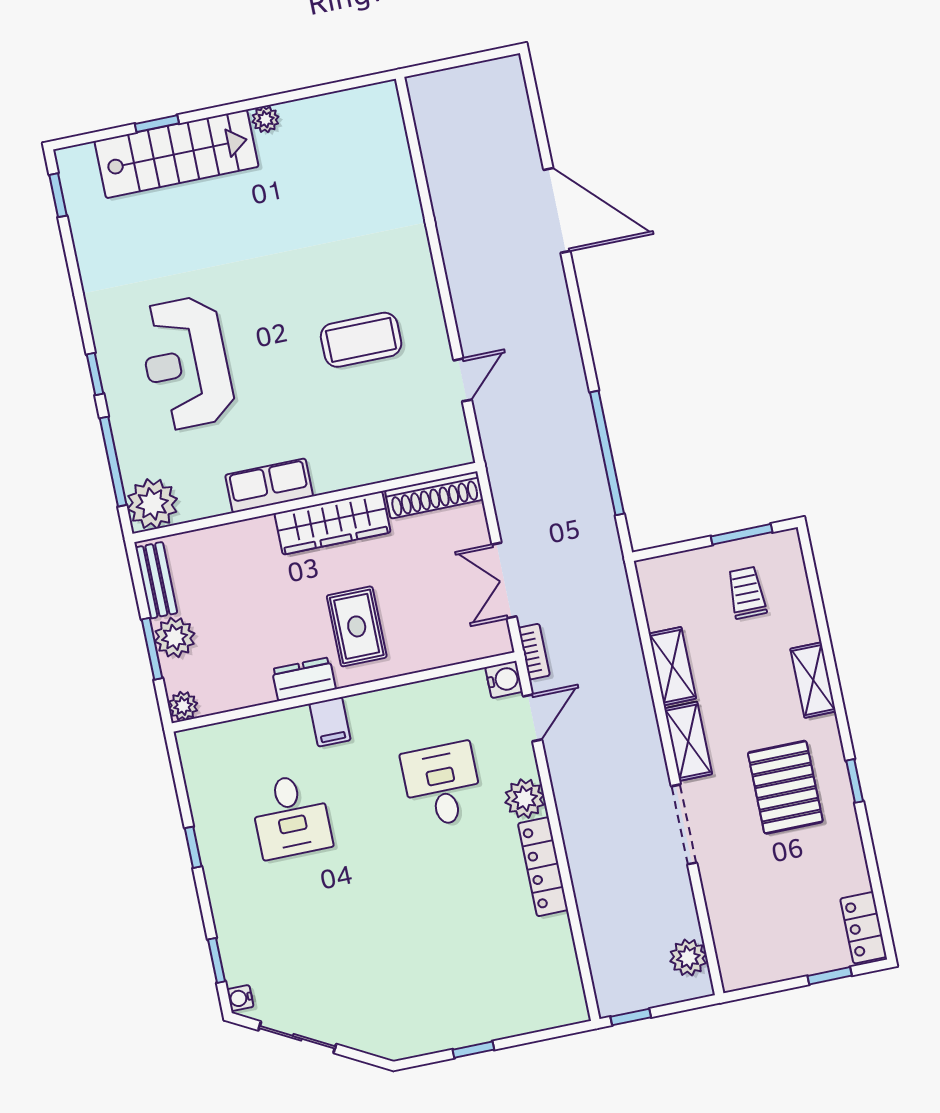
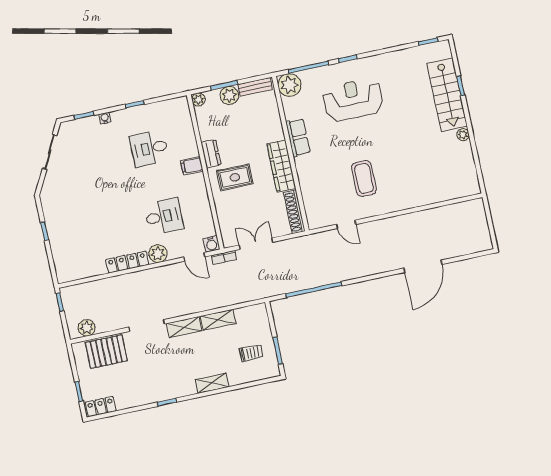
pallet: (785, 787) -> (106, 352), moved
water cooler: (240, 998) -> (105, 118), moved

